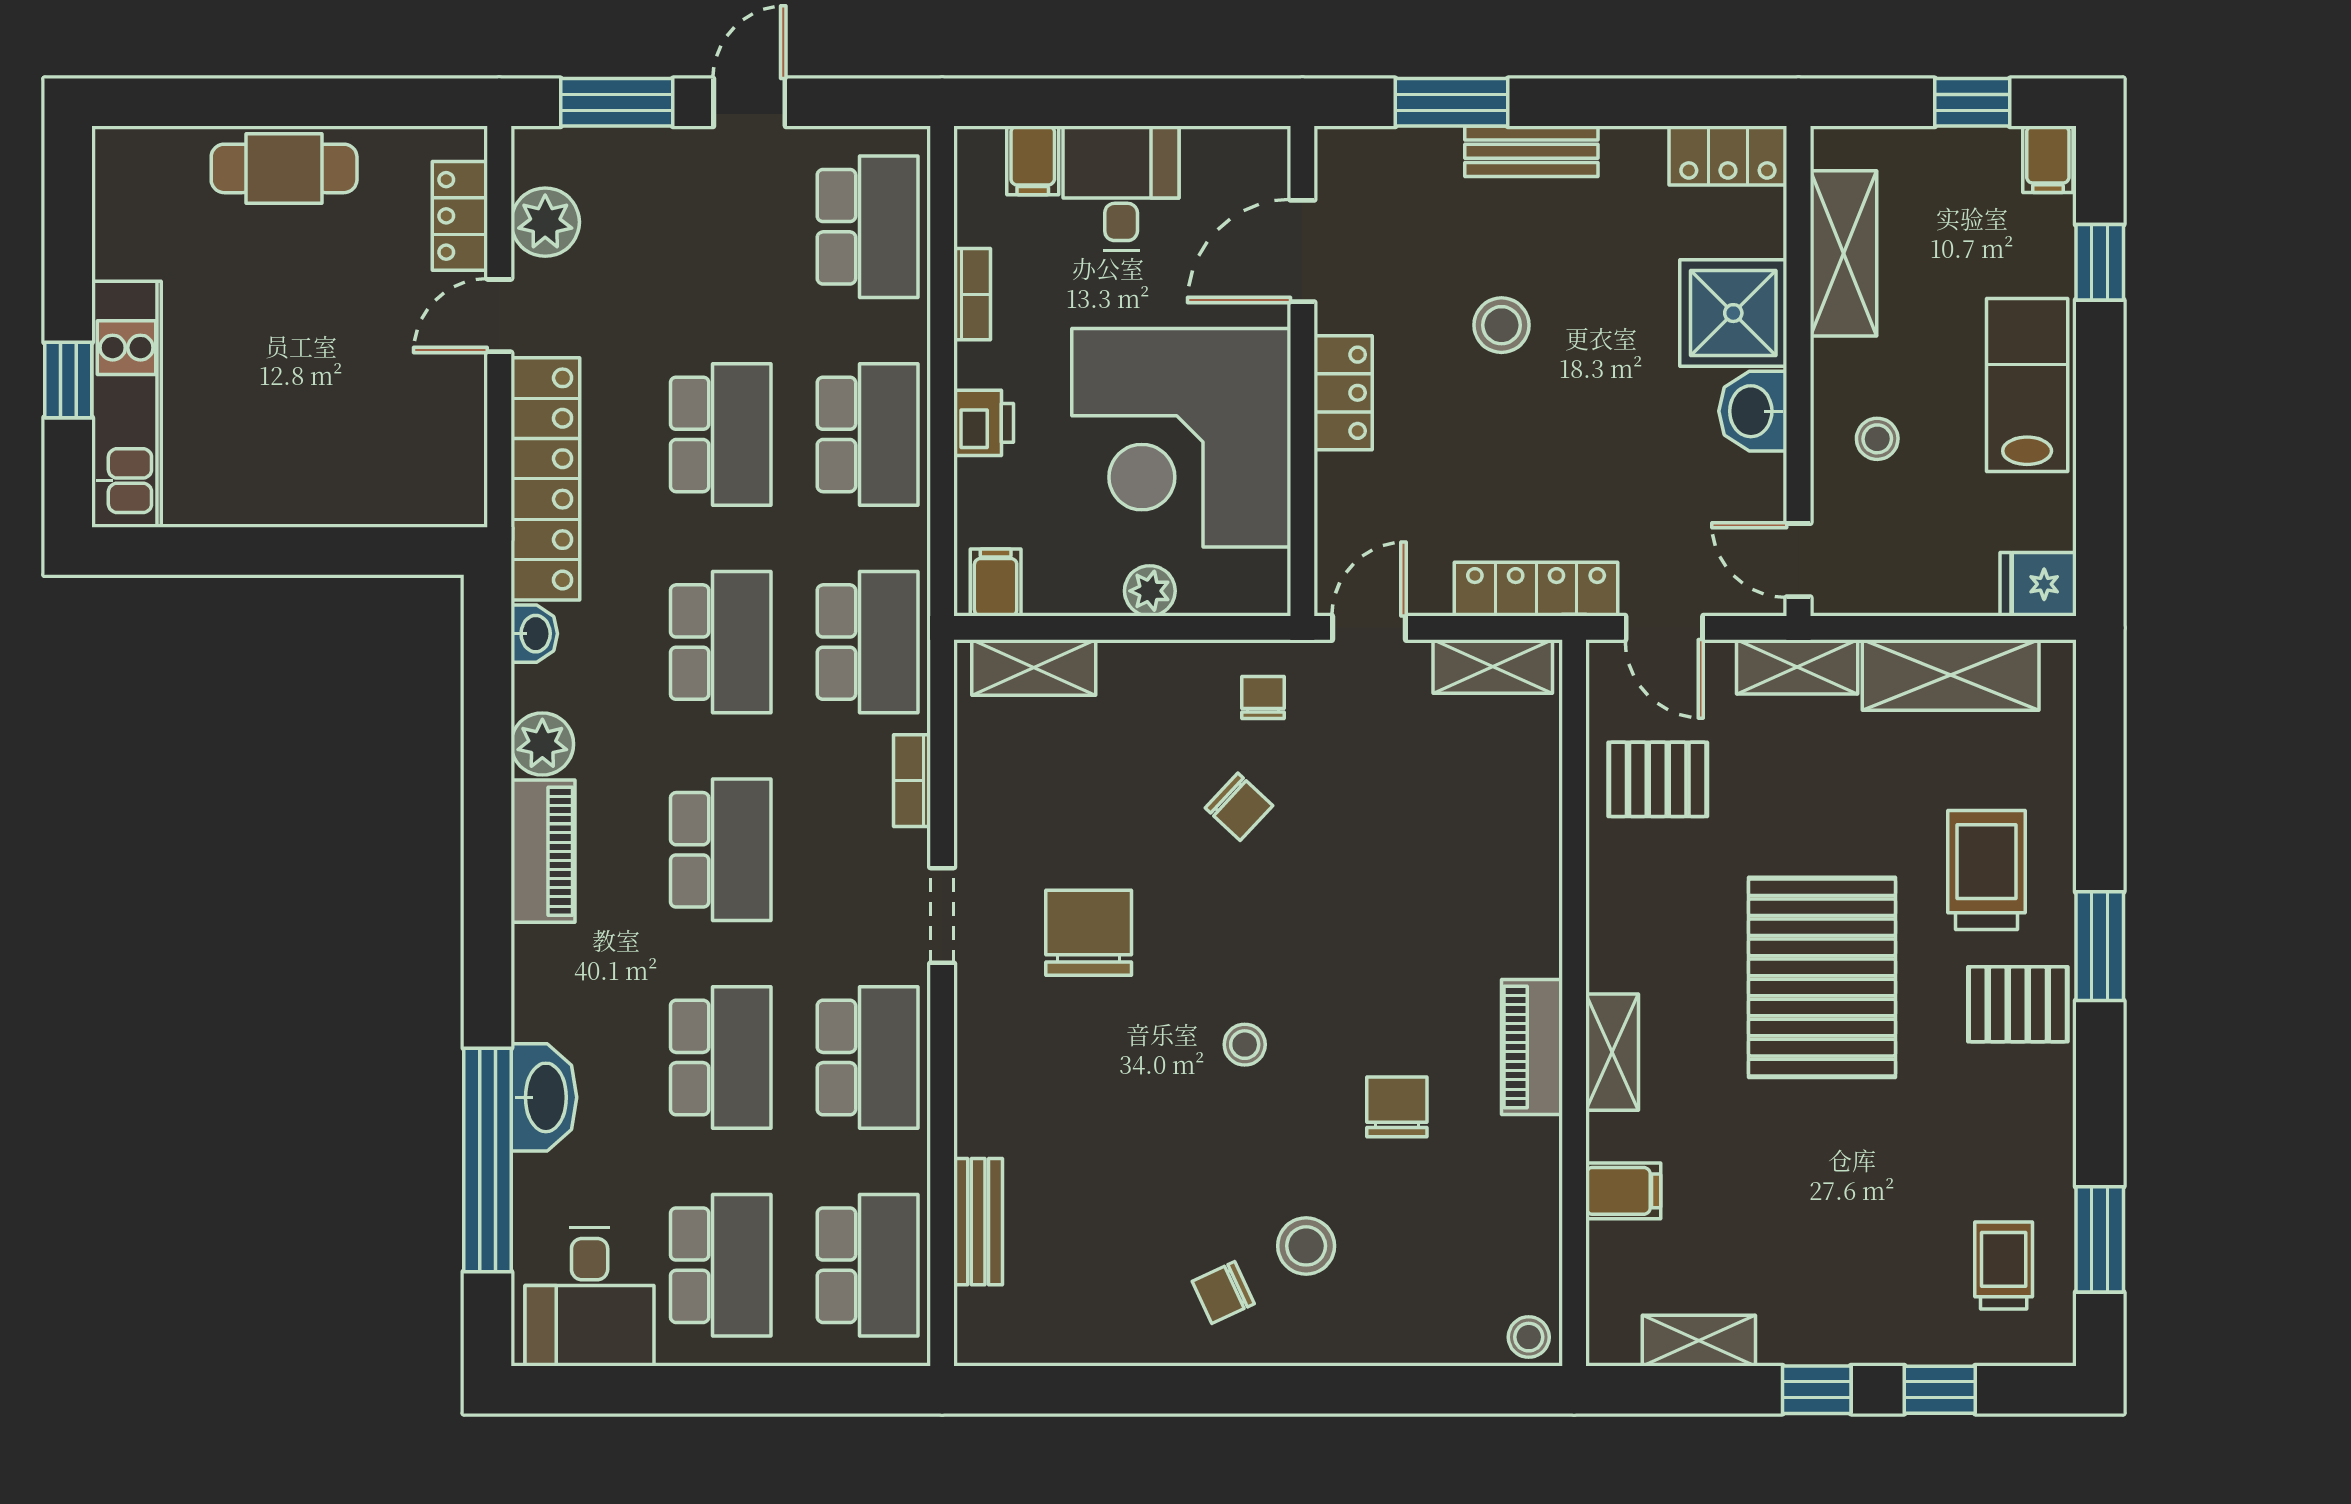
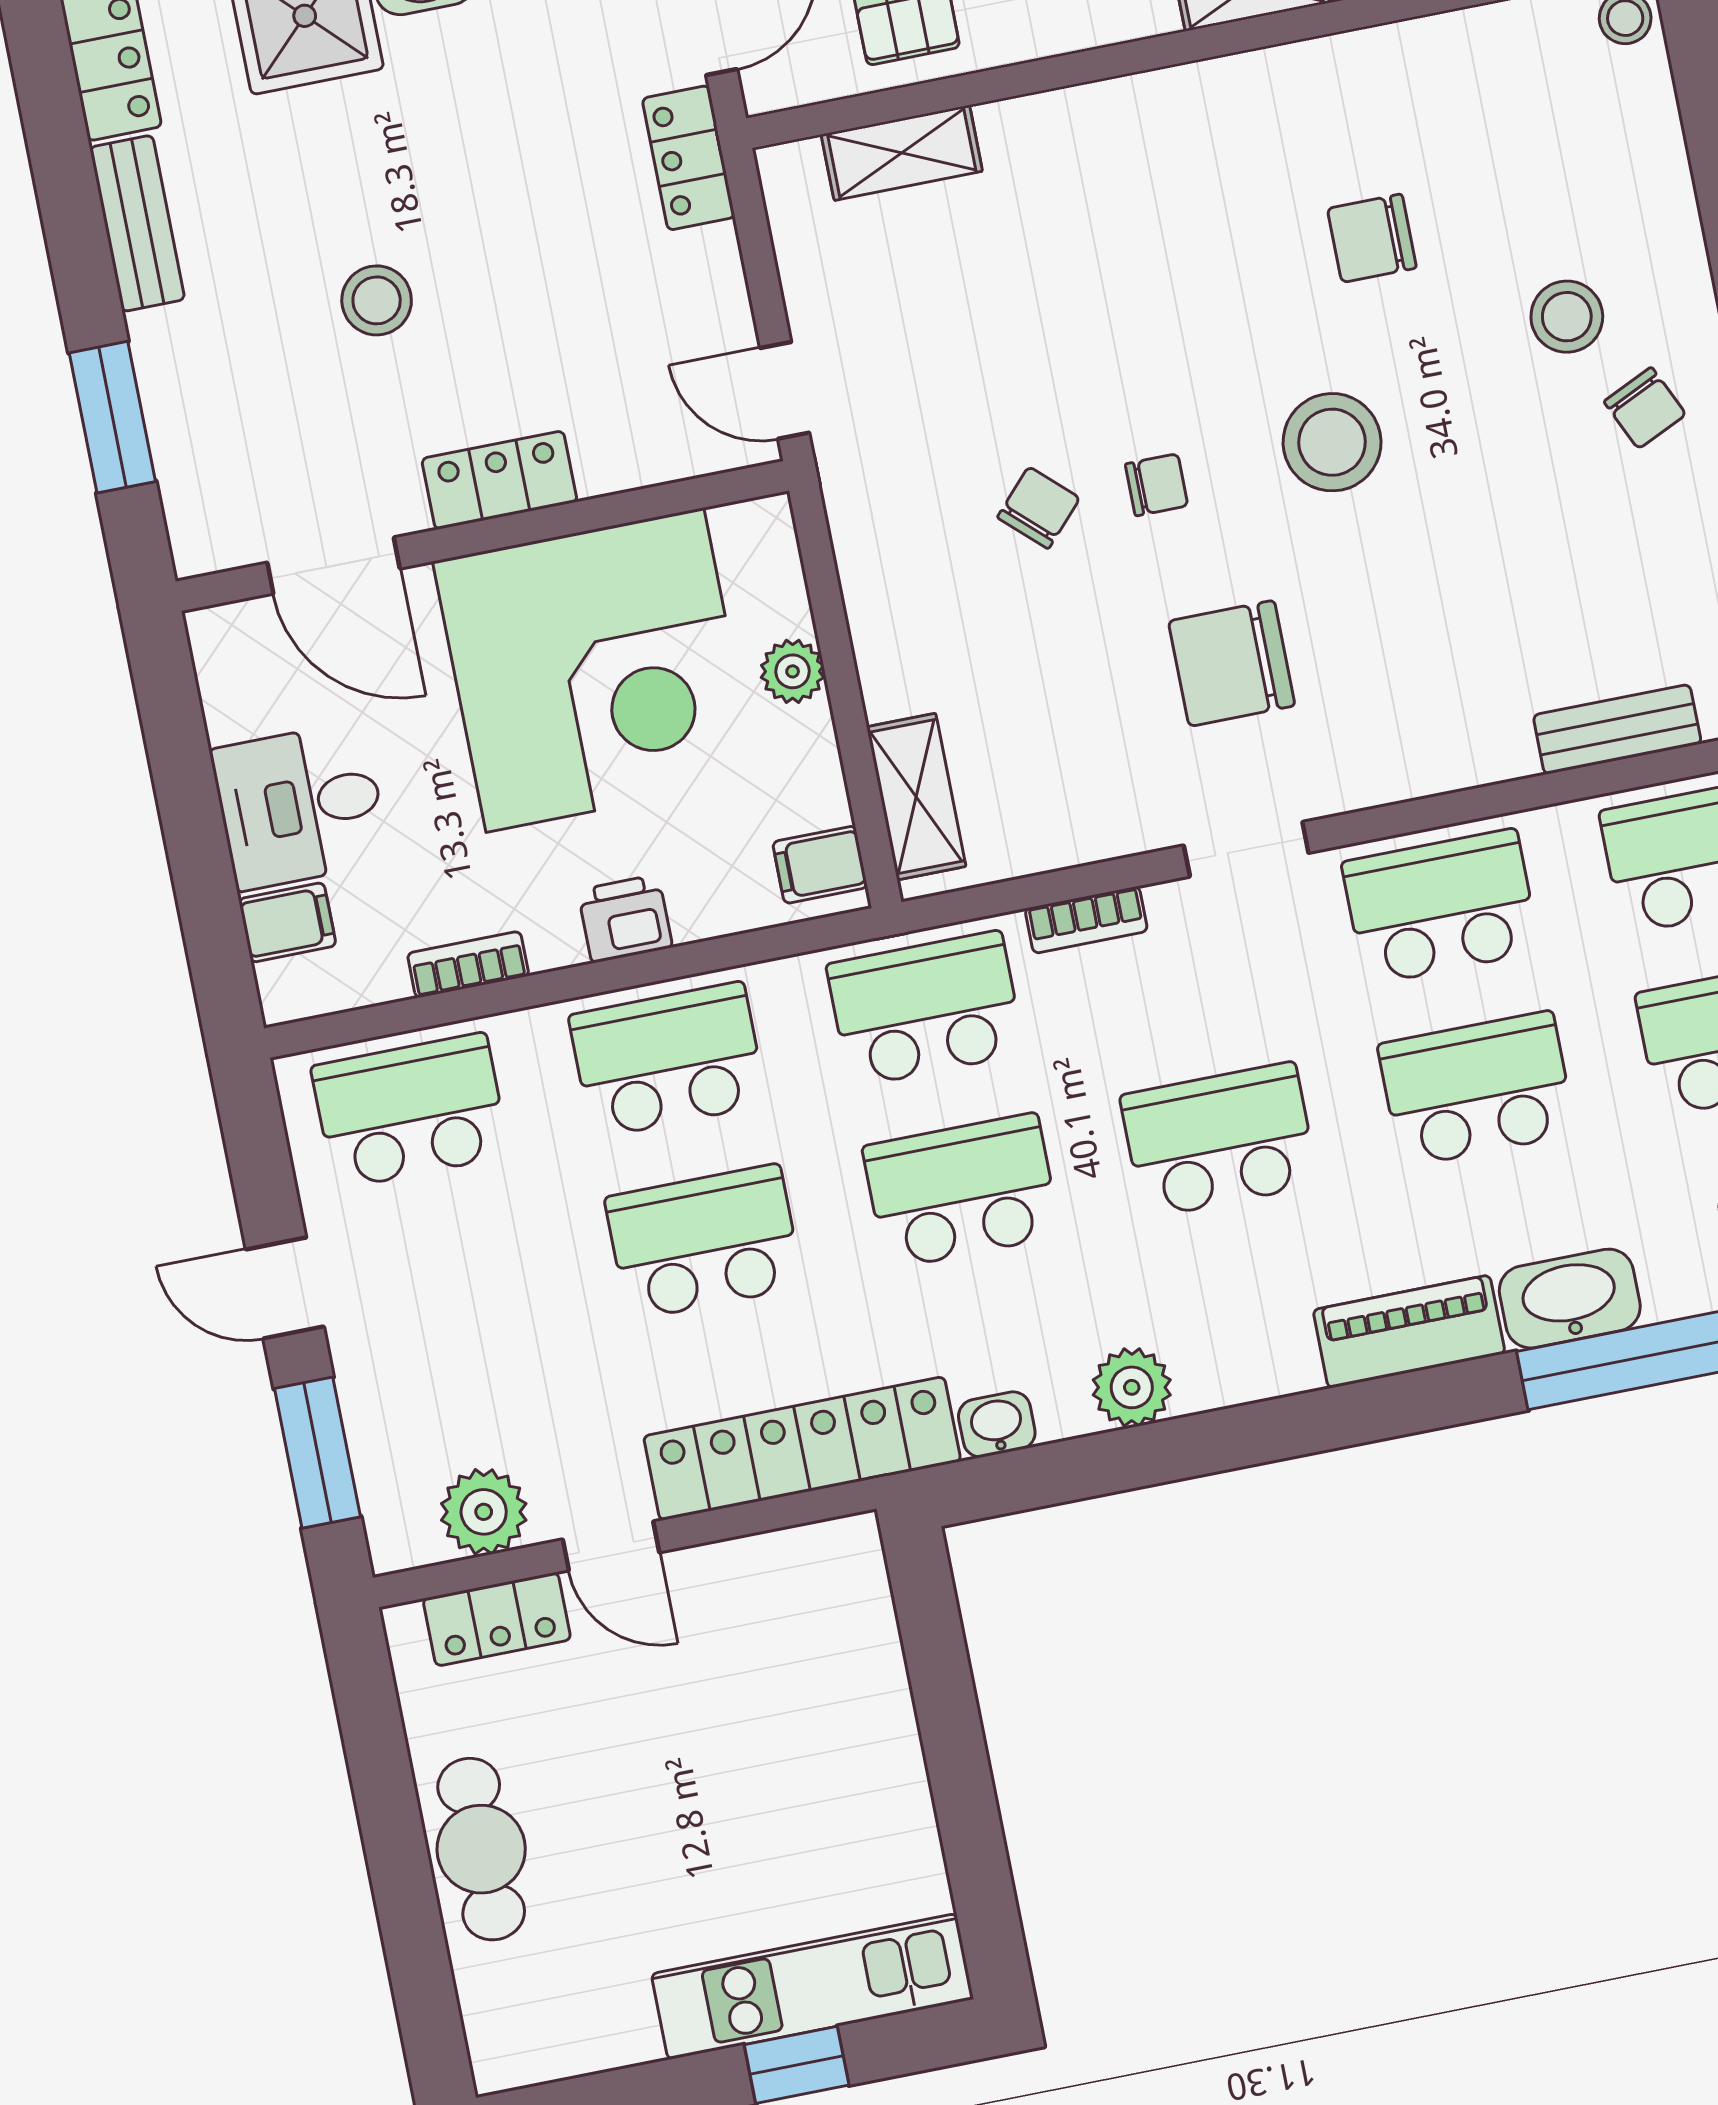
bench: (1531, 151) -> (137, 223), moved
locker: (1536, 589) -> (689, 158), width x0.66
shelving: (1493, 667) -> (902, 153), moved, turned 90
chair: (1263, 698) -> (1156, 485), moved, turned 180
piano: (543, 851) -> (1409, 1332), moved
stool: (1245, 1045) -> (1332, 442), width x1.89, depth x1.89
piano: (1532, 1047) -> (1265, 85), removed

